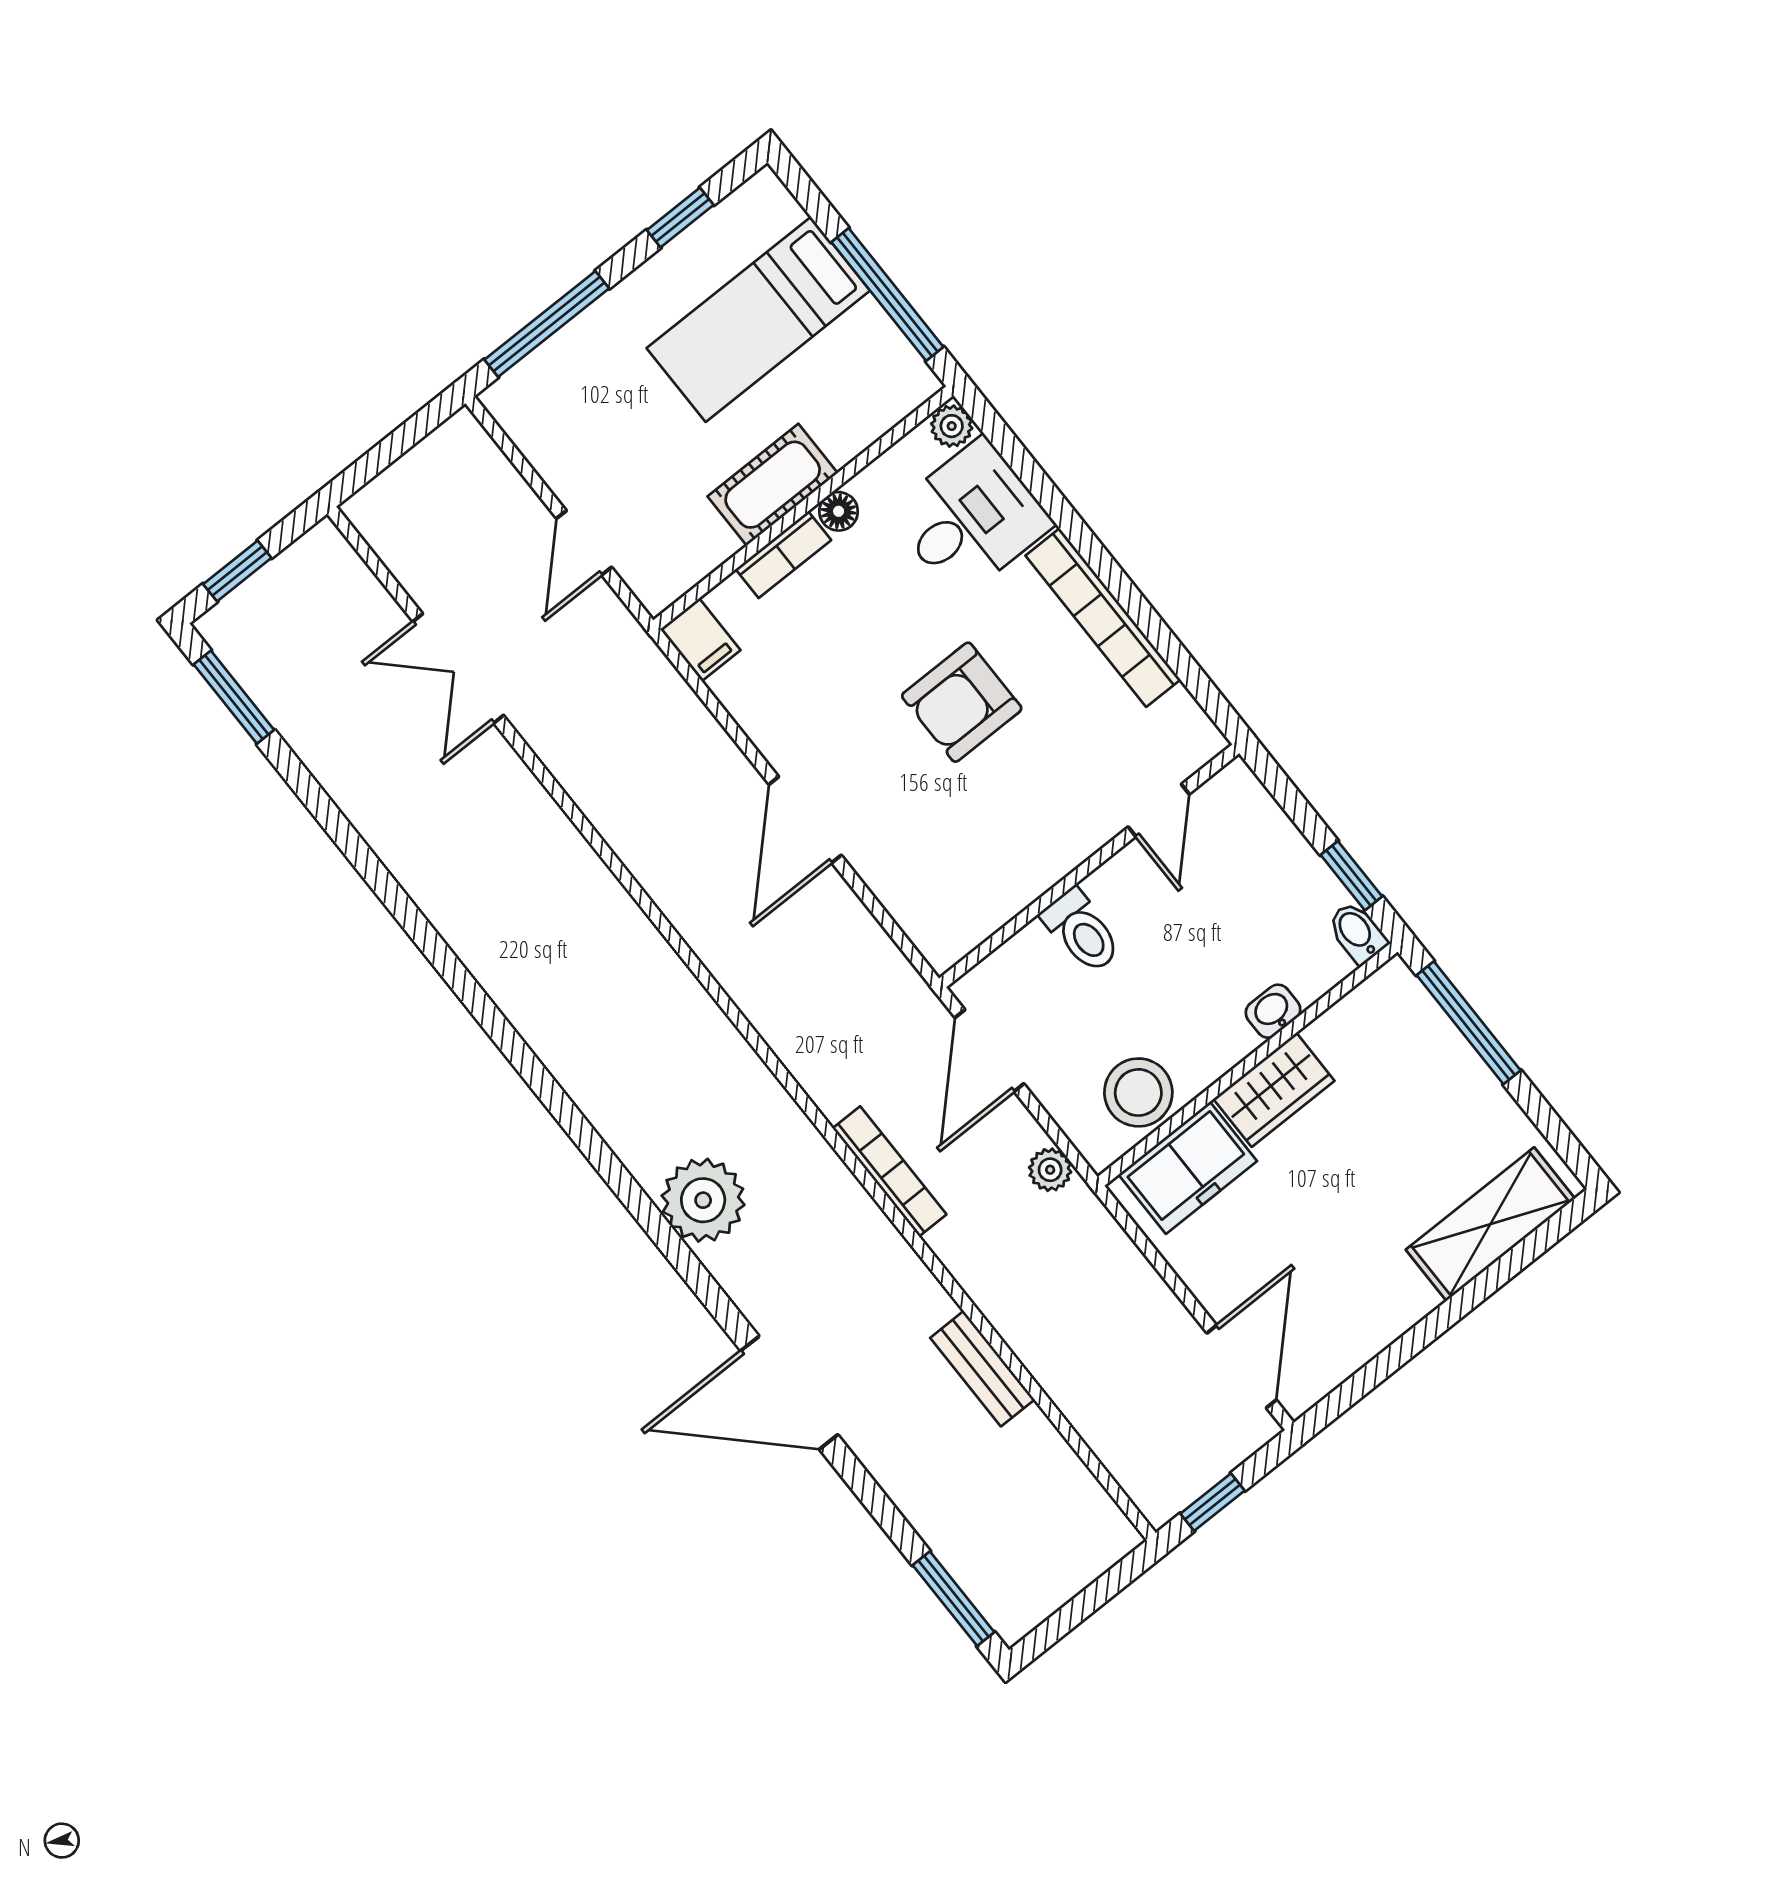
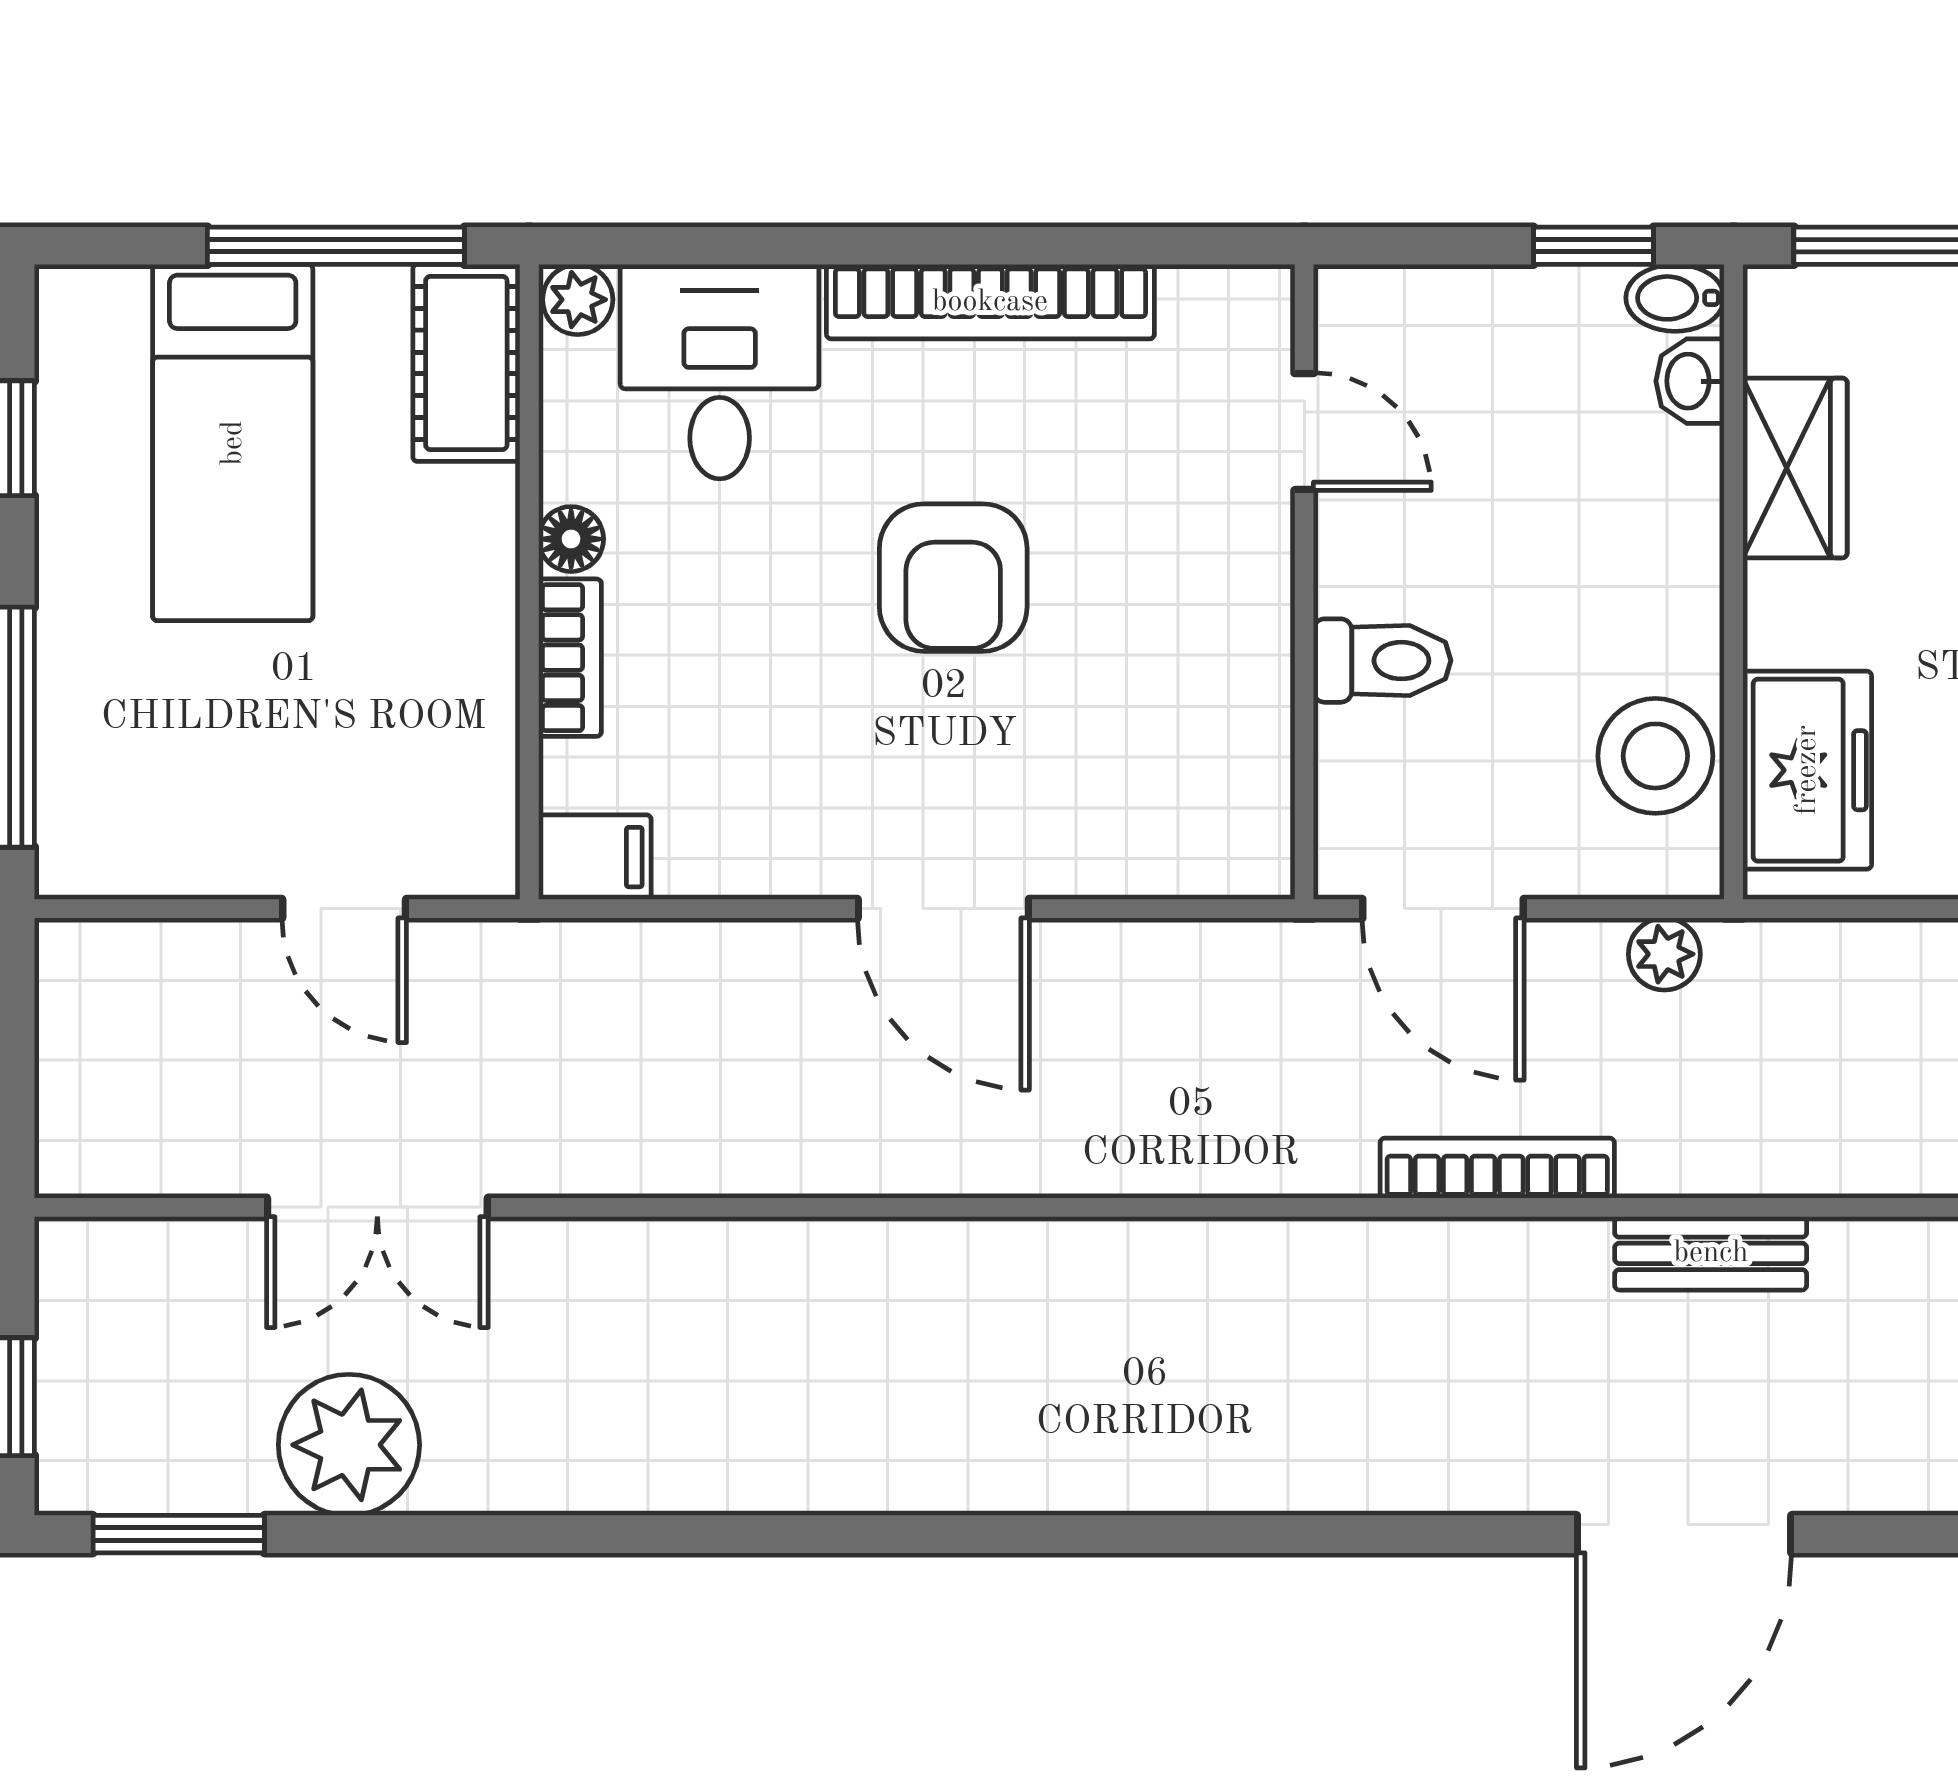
cot: (773, 485) -> (466, 363), moved
washbasin: (1273, 1011) -> (1690, 381), moved
wardrobe: (1274, 1090) -> (1795, 468), moved
plant: (703, 1200) -> (349, 1445), moved
bench: (982, 1369) -> (1711, 1253), moved

